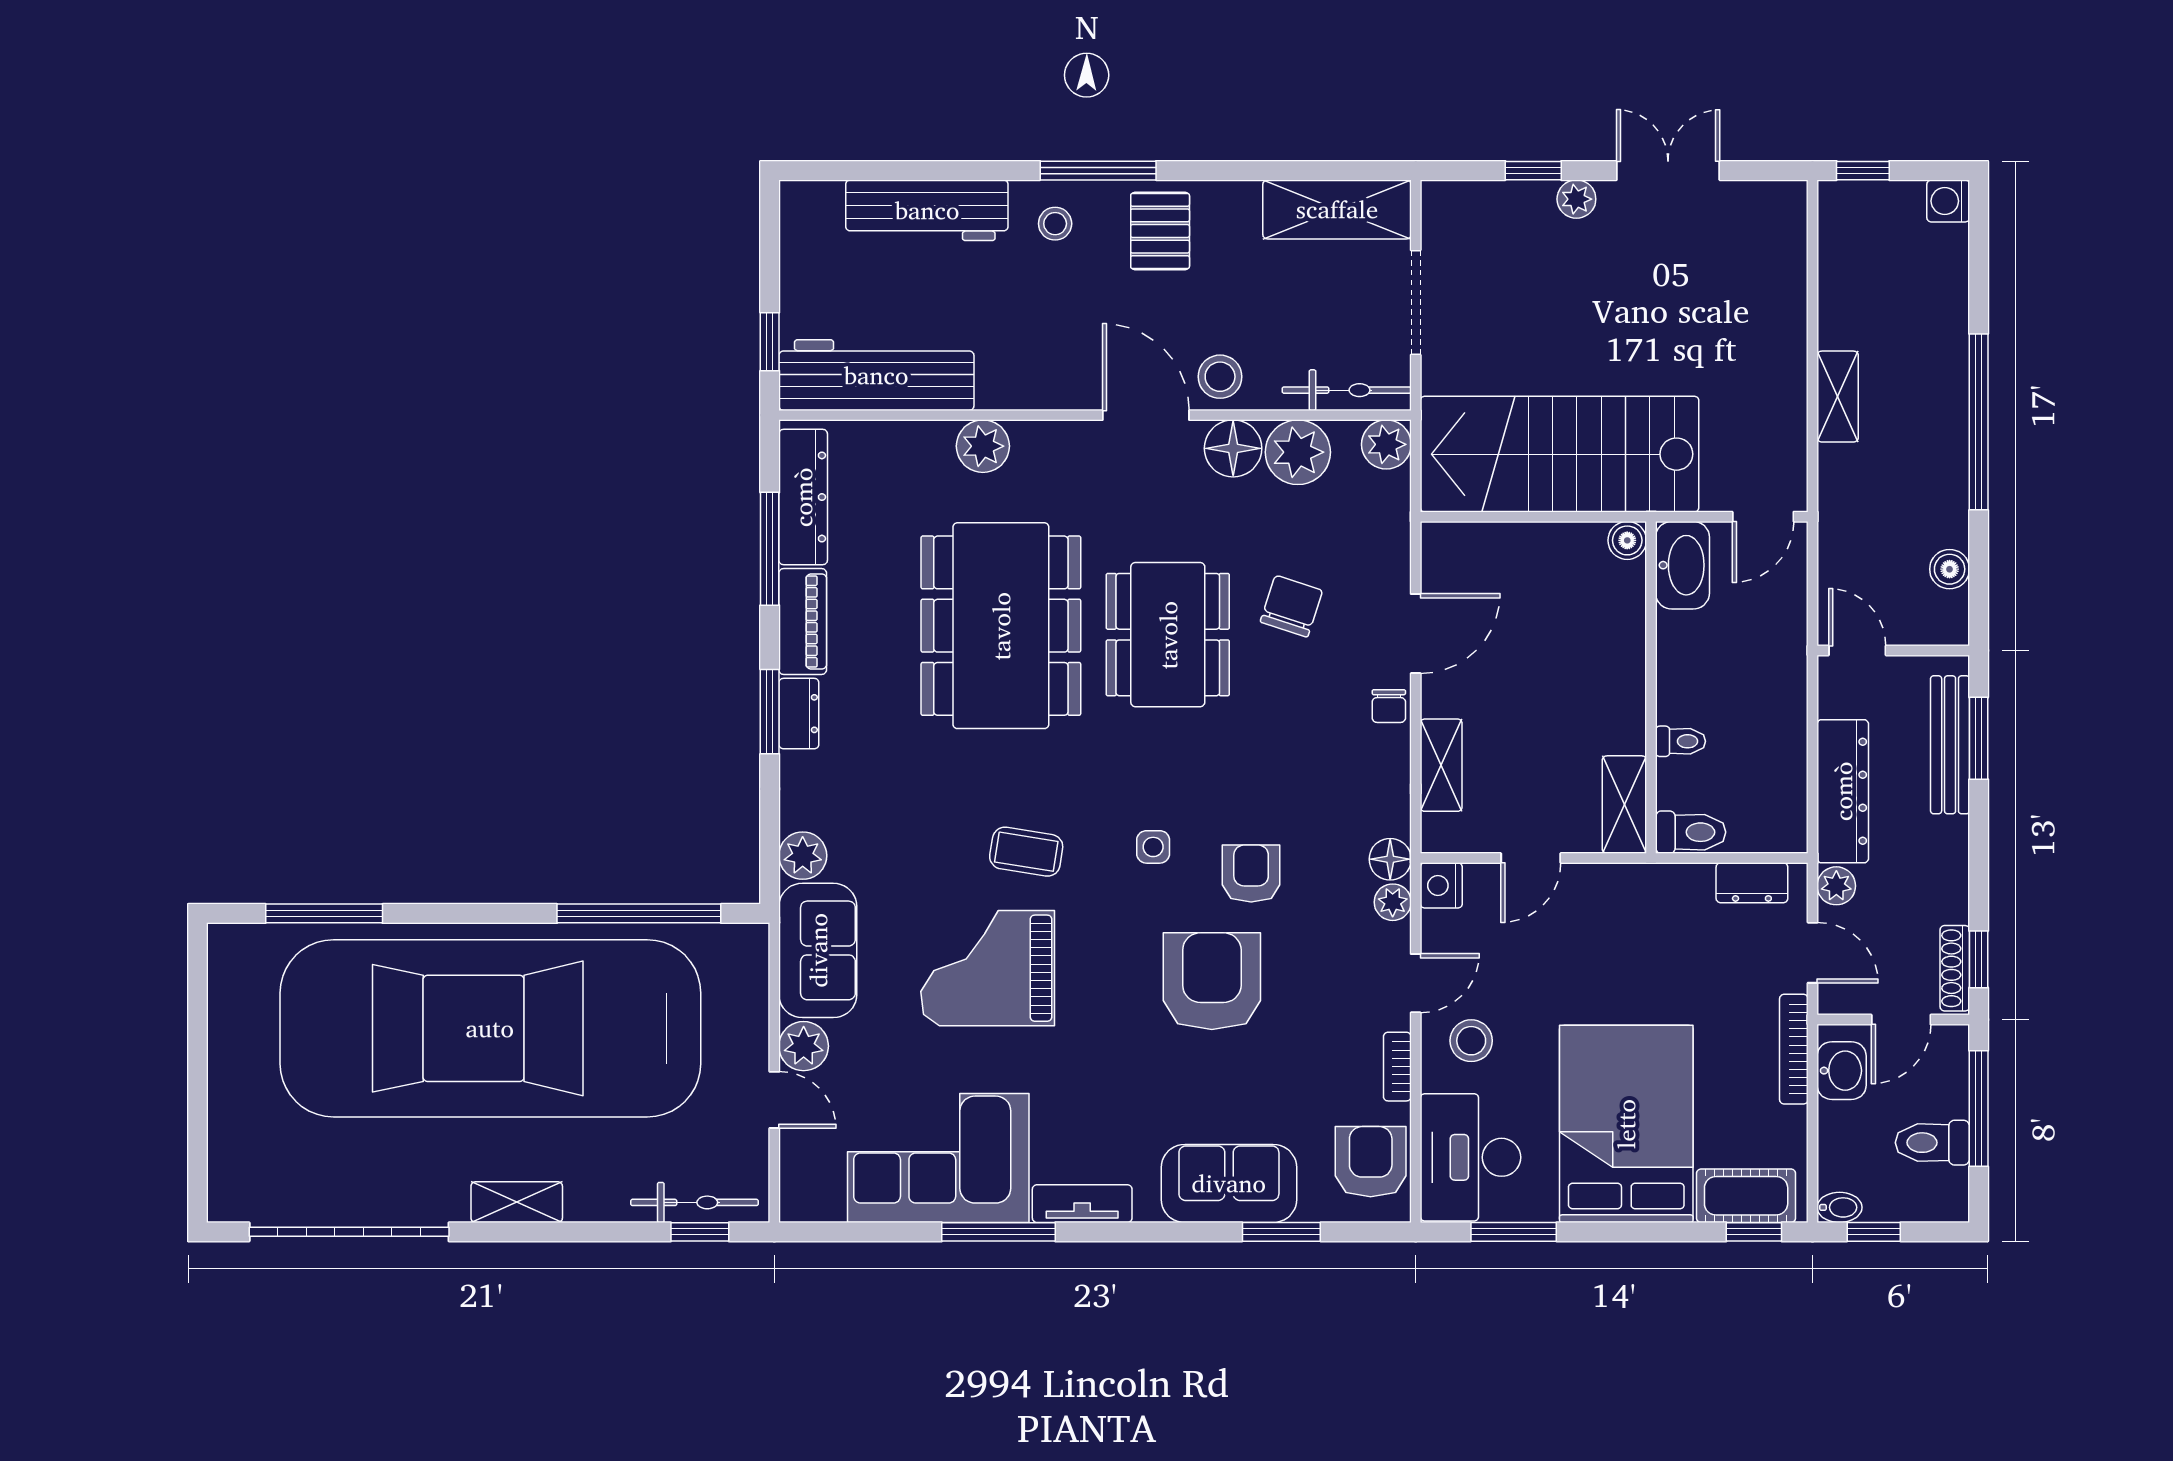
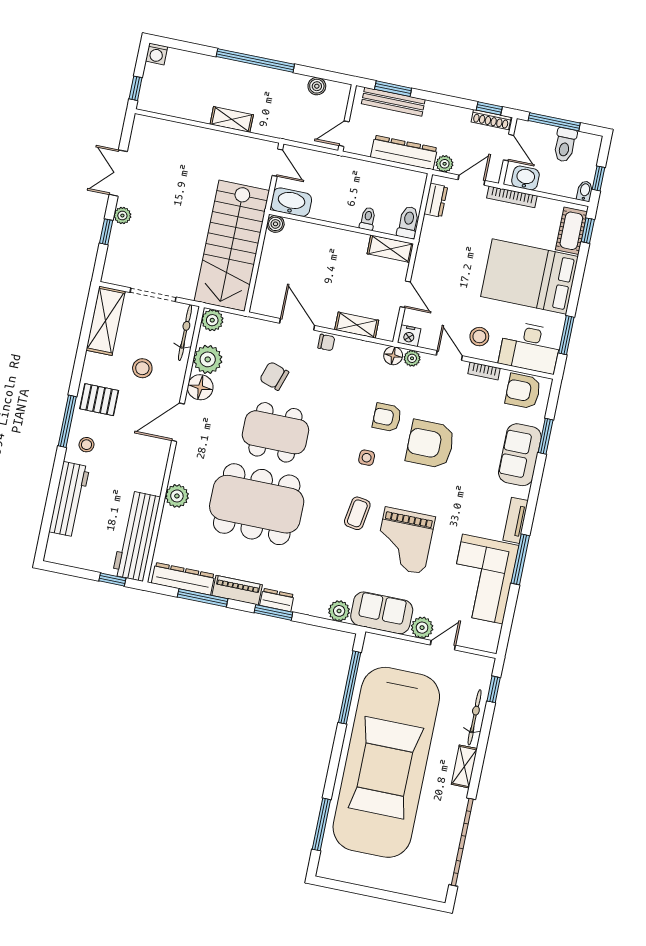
stool: (1220, 377) -> (142, 368), moved
bicycle: (695, 1202) -> (475, 717), moved

